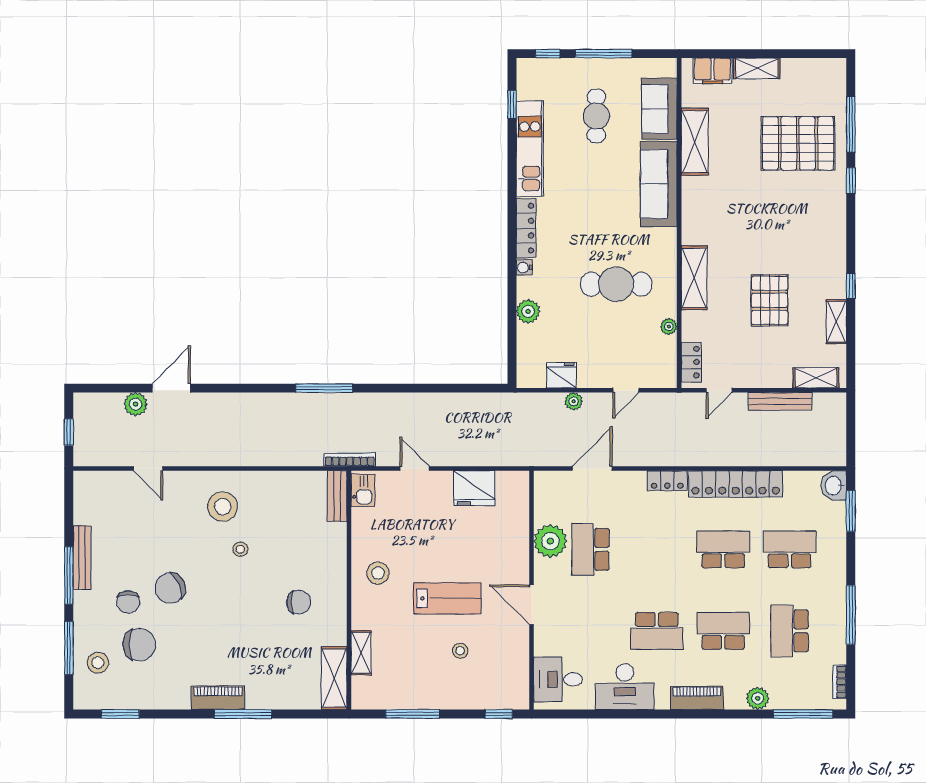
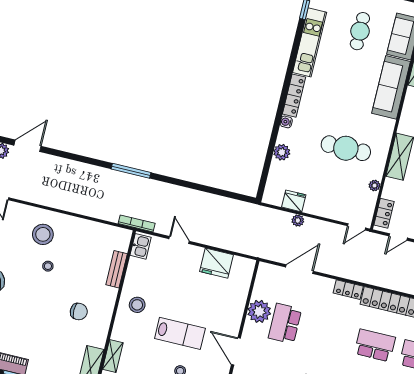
door: (626, 390) -> (357, 227), moved
bench: (337, 496) -> (117, 269), moved

